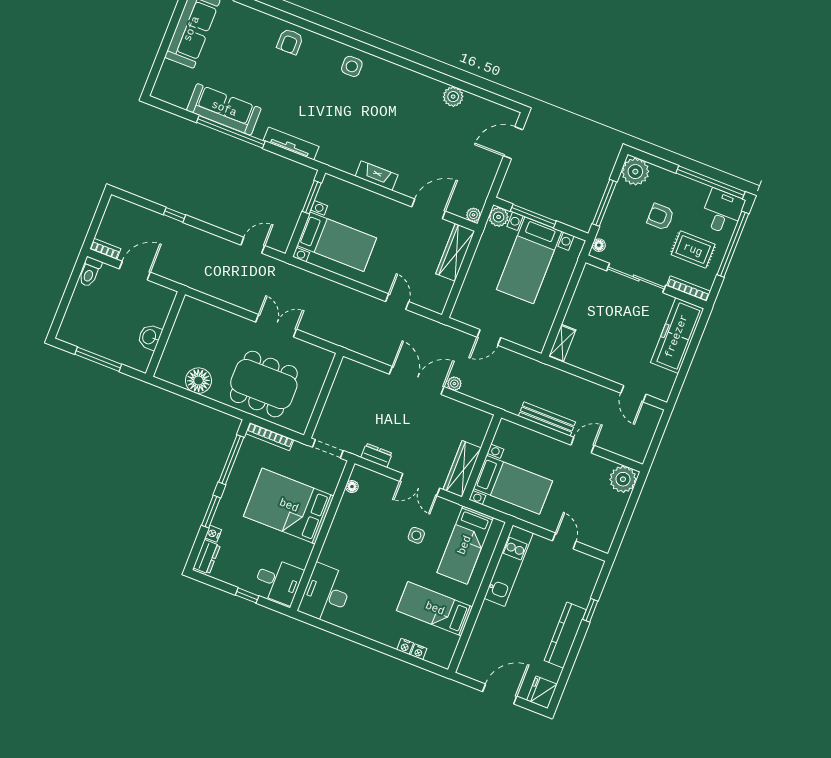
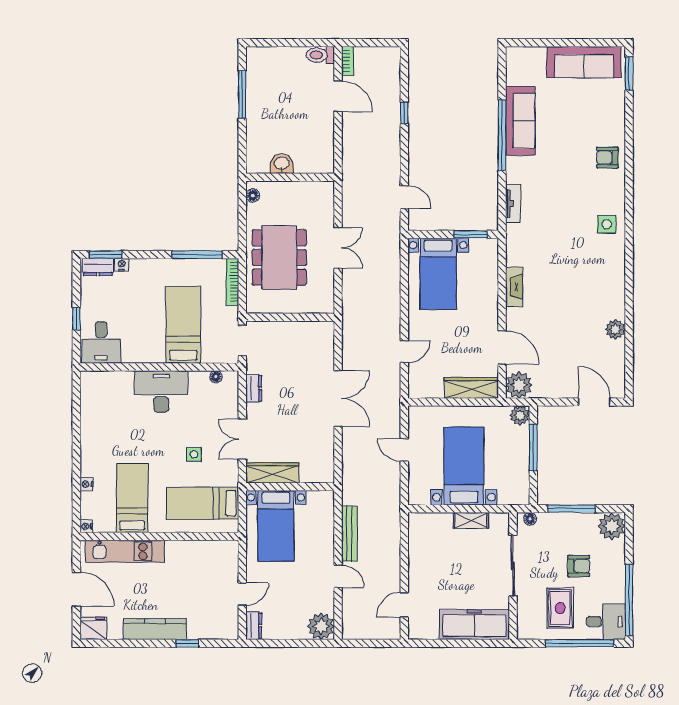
tv unit: (291, 143) -> (513, 203), width x0.71
plant: (473, 215) -> (519, 385), width x1.88, depth x1.88
armchair: (660, 217) -> (579, 566), turned 90
bed with nightstands: (529, 260) -> (464, 466), moved, turned 90
bookcase: (689, 289) -> (522, 618), removed
wall: (165, 334) -> (290, 177), moved
washbasin: (150, 337) -> (282, 164), moved
shelving: (562, 343) -> (471, 520), moved
floor lamp: (198, 381) -> (253, 195), width x0.53, depth x0.53
plant: (454, 384) -> (349, 435), removed
bed: (289, 506) -> (183, 325), width x0.67
window: (211, 512) -> (105, 255), moved
dresser: (598, 542) -> (254, 626), added
kitchen unit: (509, 566) -> (125, 551), moved
desk: (326, 594) -> (161, 391), moved
nightstand: (419, 652) -> (86, 526), moved

